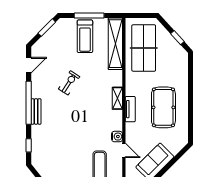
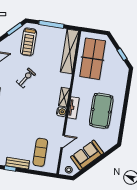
treadmill: (85, 36) -> (28, 42), moved
water cooler: (117, 137) -> (62, 112), moved
door: (124, 150) -> (63, 141), hinge flipped

